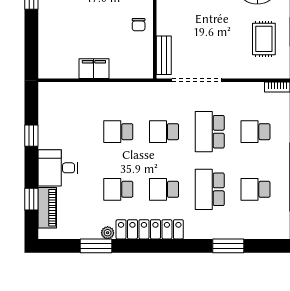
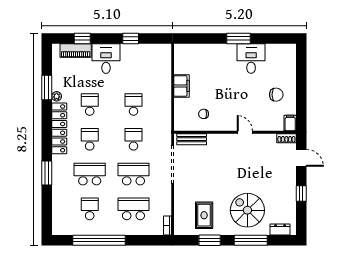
chair: (139, 25) -> (204, 114), moved
rug: (264, 39) -> (204, 215), turned 90
school desk: (256, 132) -> (133, 209), width x1.85
window: (228, 246) -> (47, 173), moved

